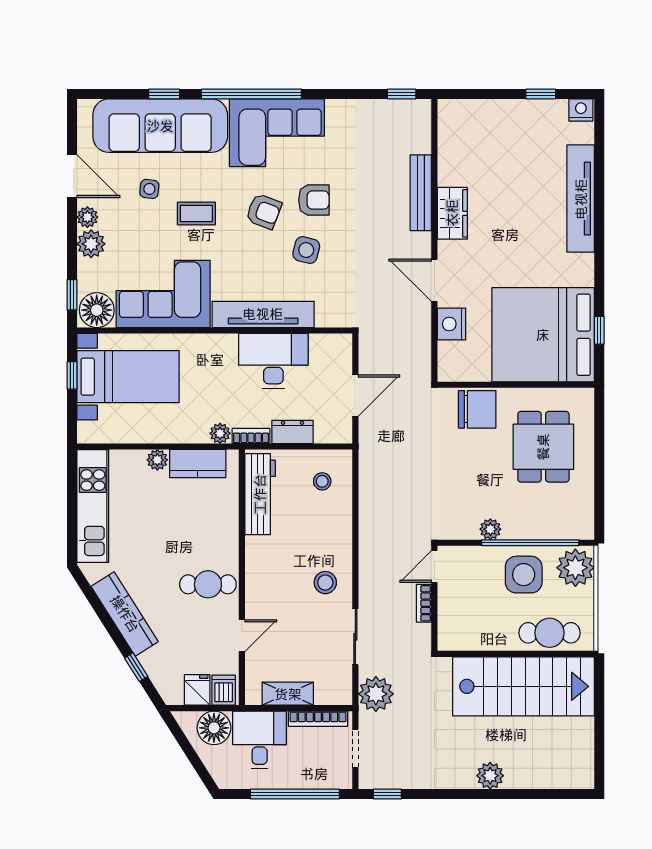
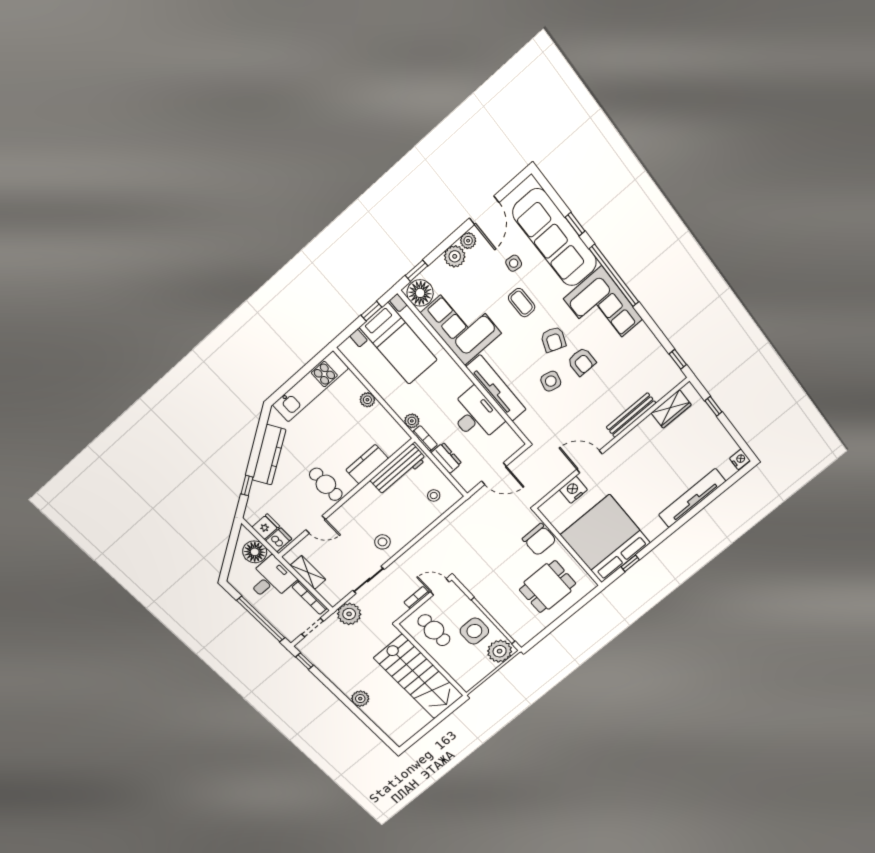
window: (541, 94) -> (713, 406), moved
wardrobe: (452, 213) -> (671, 409), moved
door: (434, 280) -> (590, 462), hinge flipped
kitchen counter: (198, 463) -> (367, 464), moved, turned 90
plant: (490, 529) -> (483, 597), removed
cafe table: (550, 633) -> (434, 630), moved

